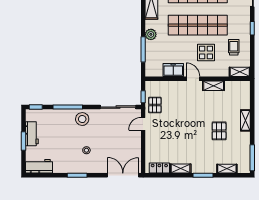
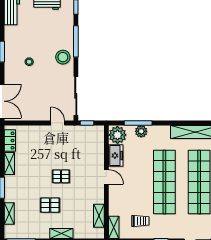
plant: (151, 34) -> (141, 131), moved
display table: (206, 53) -> (135, 191), removed
plant: (154, 68) -> (117, 135), added
door: (193, 79) -> (106, 177), hinge flipped
shelving: (214, 86) -> (99, 216), moved
pallet: (155, 105) -> (61, 176), moved

